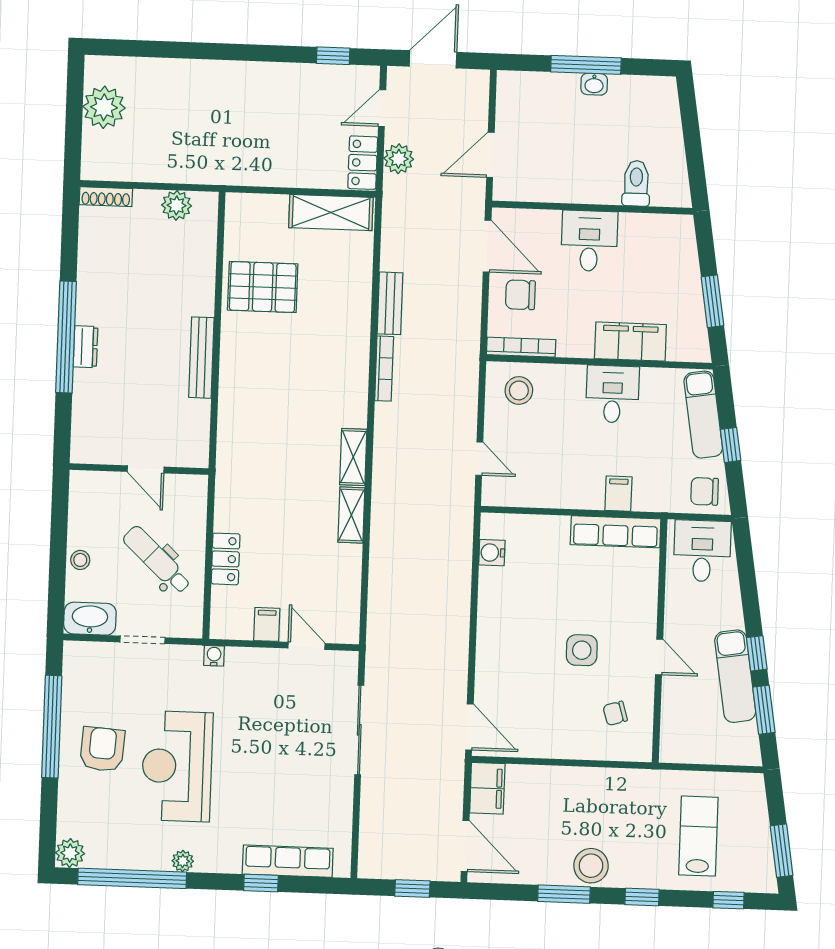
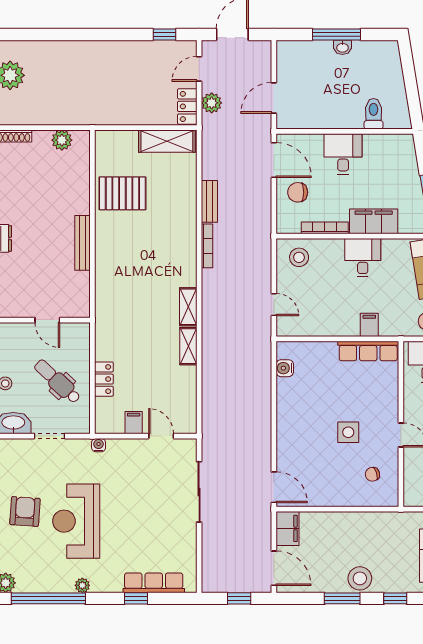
bookcase: (521, 347) -> (325, 228), moved

